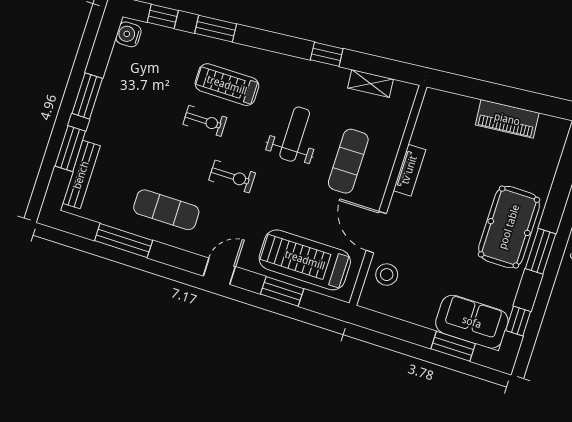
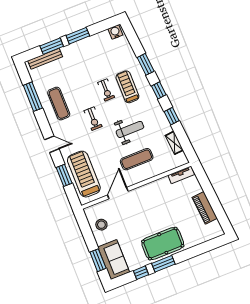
window: (163, 16) -> (159, 90), moved
tv unit: (409, 170) -> (181, 175), moved
stool: (387, 275) -> (101, 225), moved
window: (518, 321) -> (141, 273), moved

